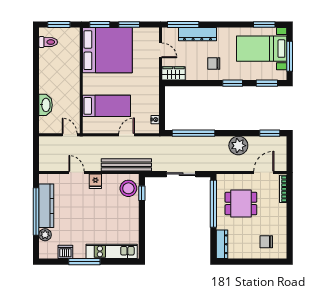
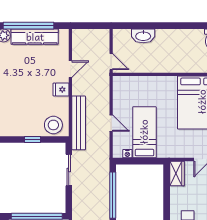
bed: (107, 106) -> (144, 132), moved, turned 180
door: (70, 135) -> (111, 62), hinge flipped
sliding door: (181, 174) -> (69, 170), moved
window: (142, 193) -> (33, 140), moved

